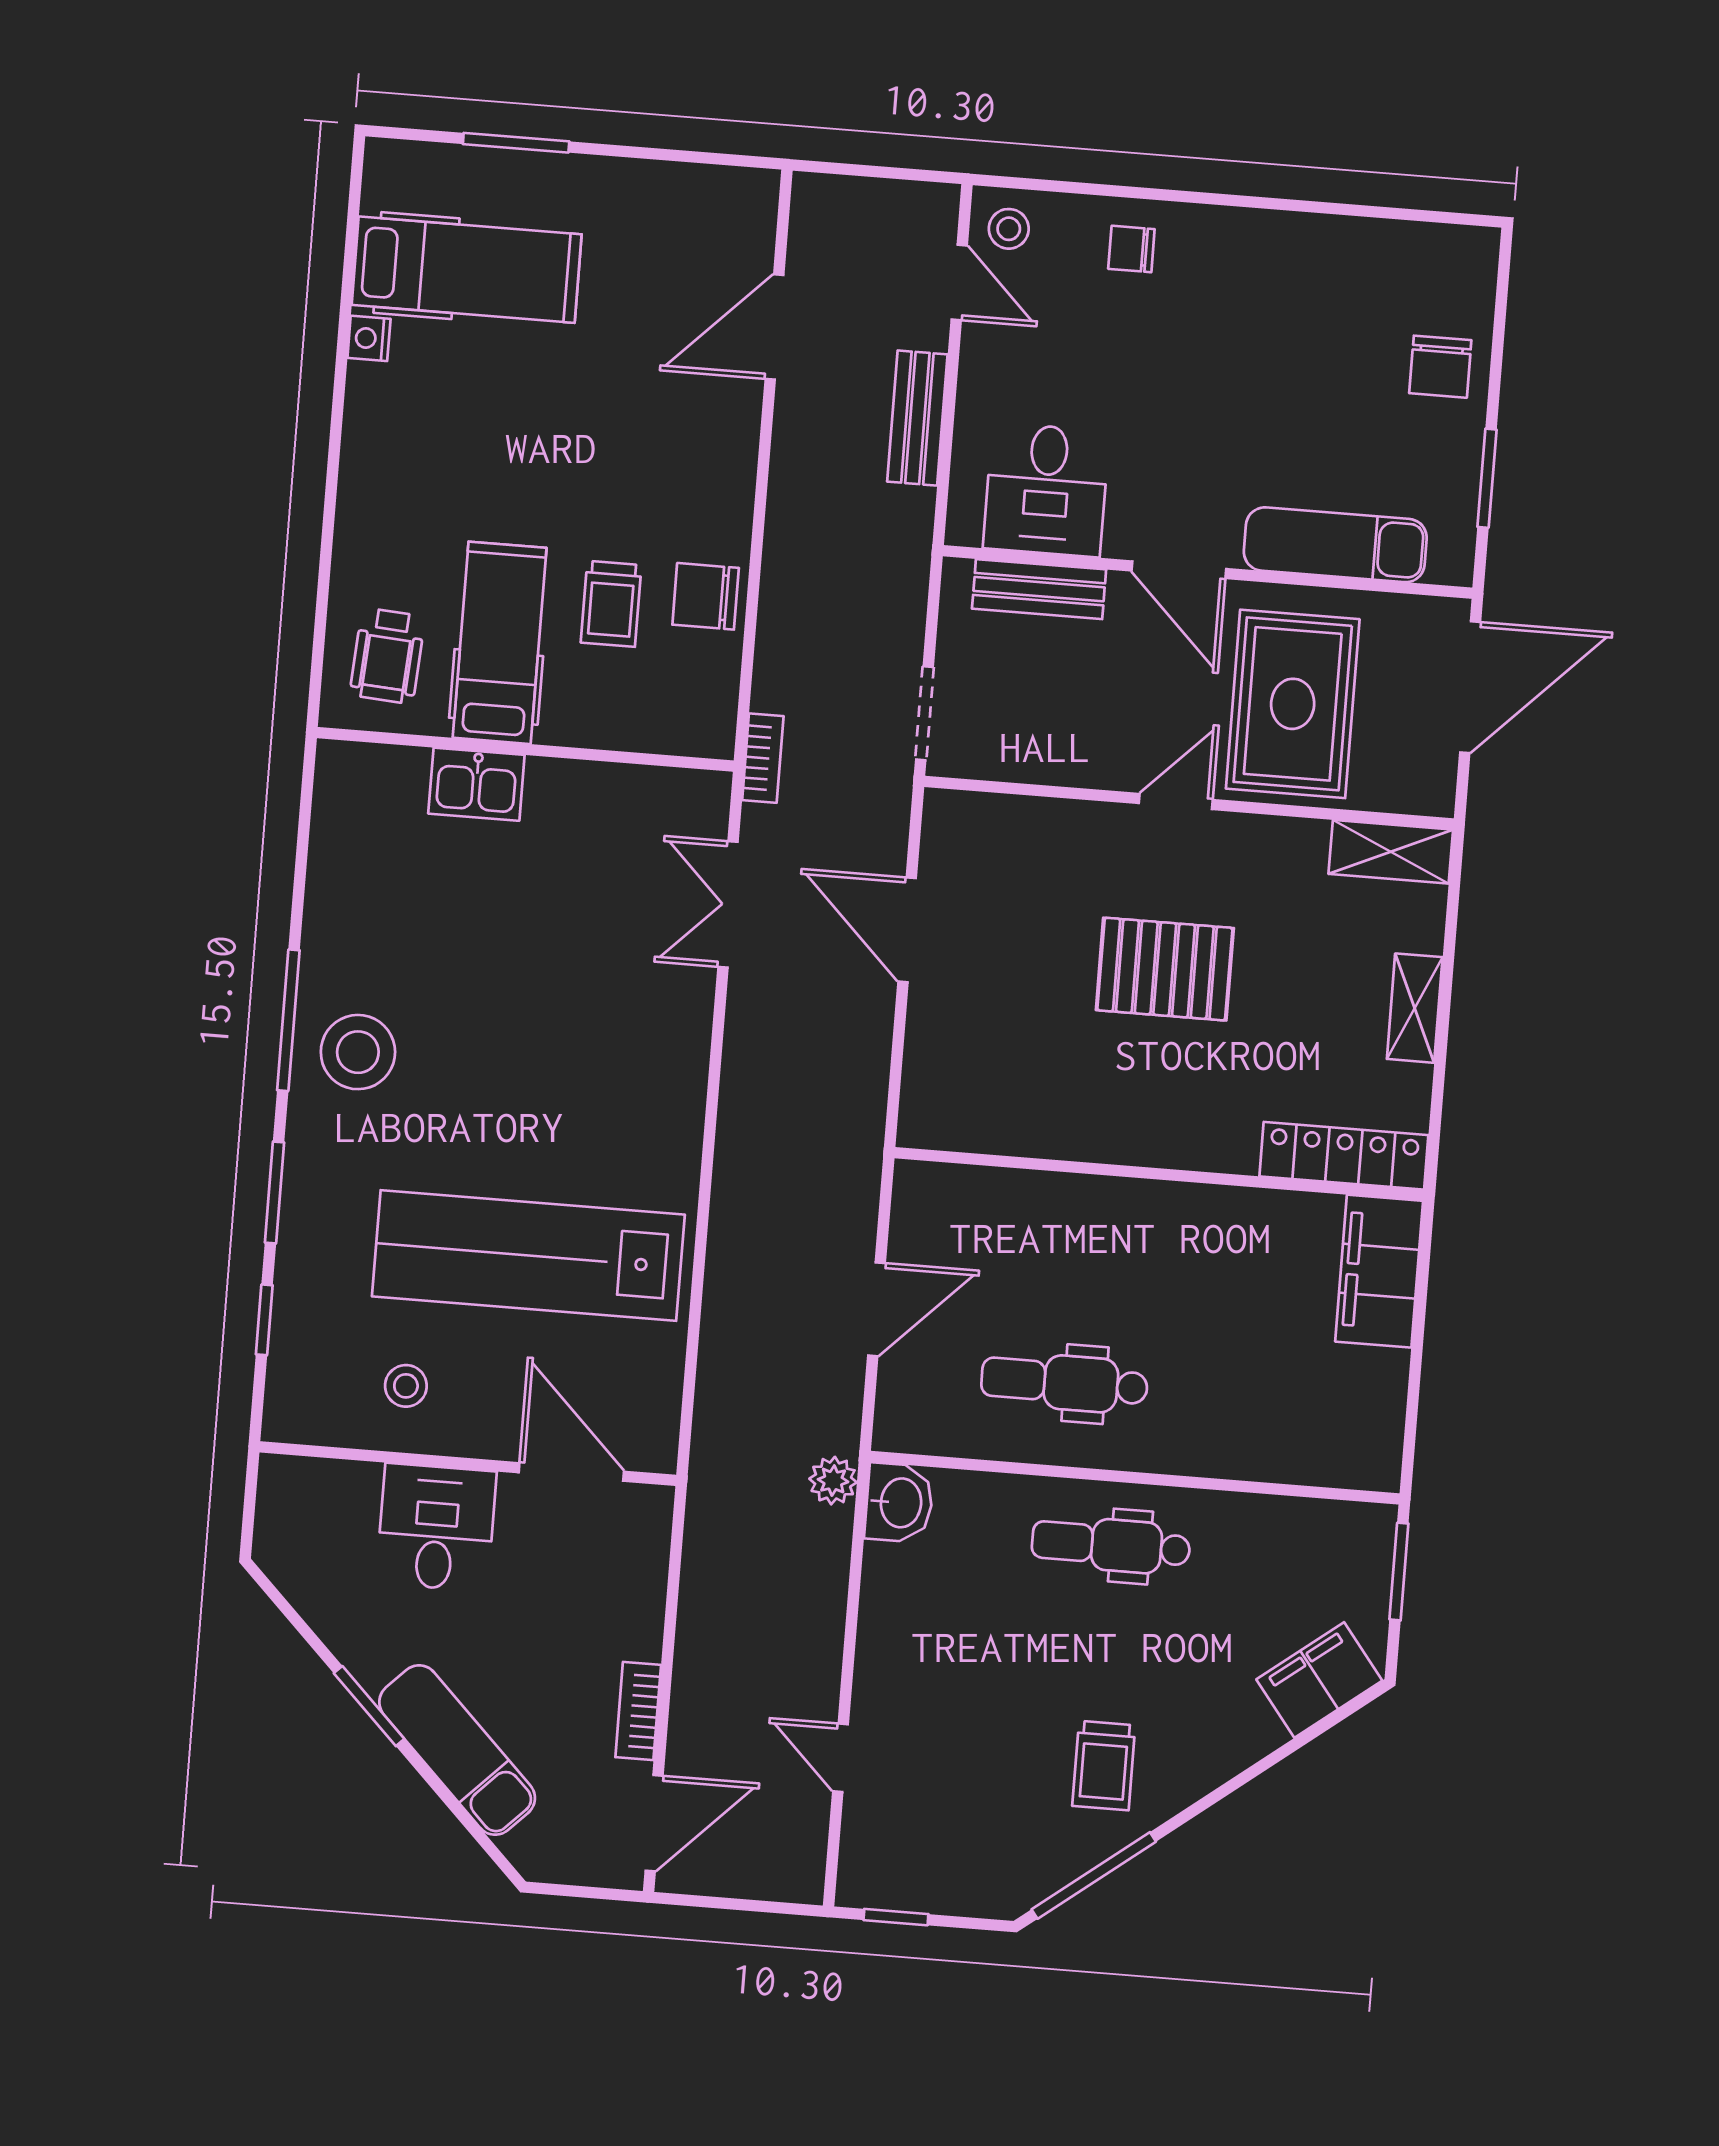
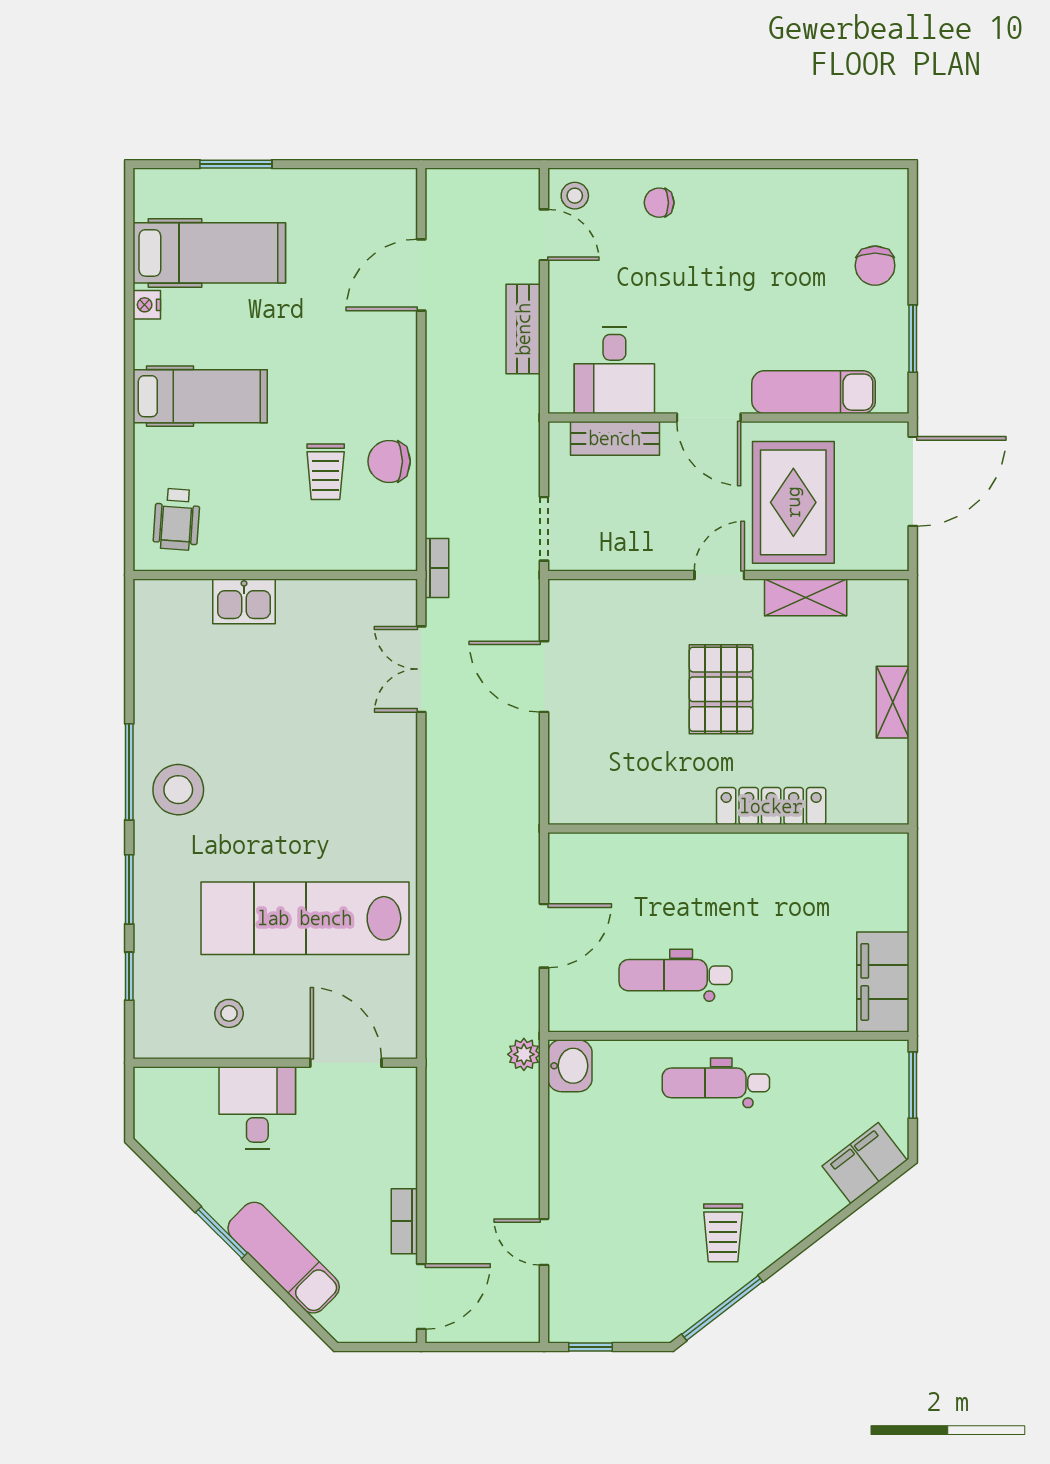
hospital bed: (500, 643) -> (200, 396), moved, turned 90
shelving: (1391, 852) -> (806, 597), moved
pallet: (1165, 969) -> (721, 689), turned 90
locker: (1344, 1156) -> (771, 806), moved
filing cabinet: (1379, 1271) -> (883, 982), moved

